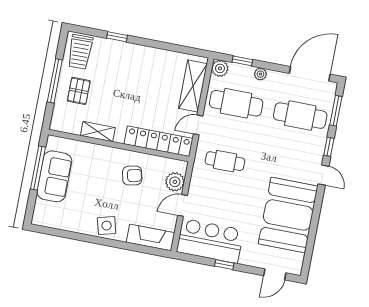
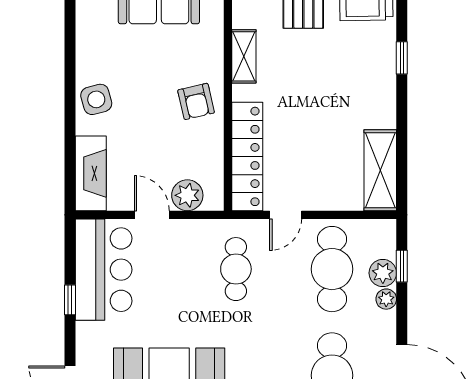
plant: (220, 68) -> (383, 273), moved
shelving: (193, 86) -> (380, 170), moved, turned 90
door: (198, 125) -> (286, 215), swing flipped
armchair: (132, 176) -> (196, 101), moved

